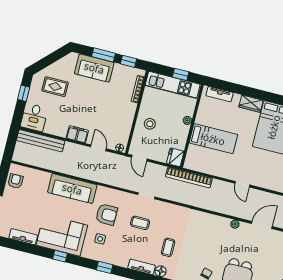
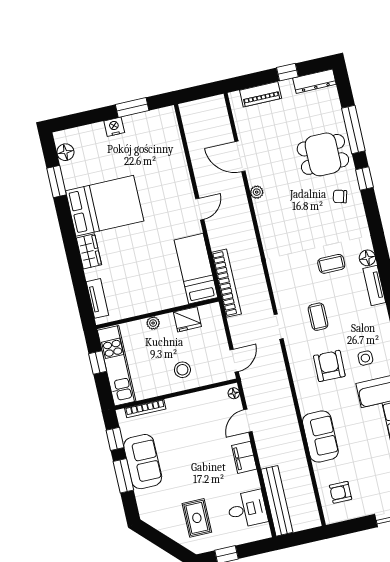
sofa: (94, 68) -> (143, 462), moved
desk: (34, 117) -> (247, 509), moved
bed: (213, 139) -> (196, 269), moved
fridge: (175, 157) -> (187, 319), moved
armchair: (15, 181) -> (341, 492), moved
sofa: (72, 189) -> (320, 437), width x0.73

